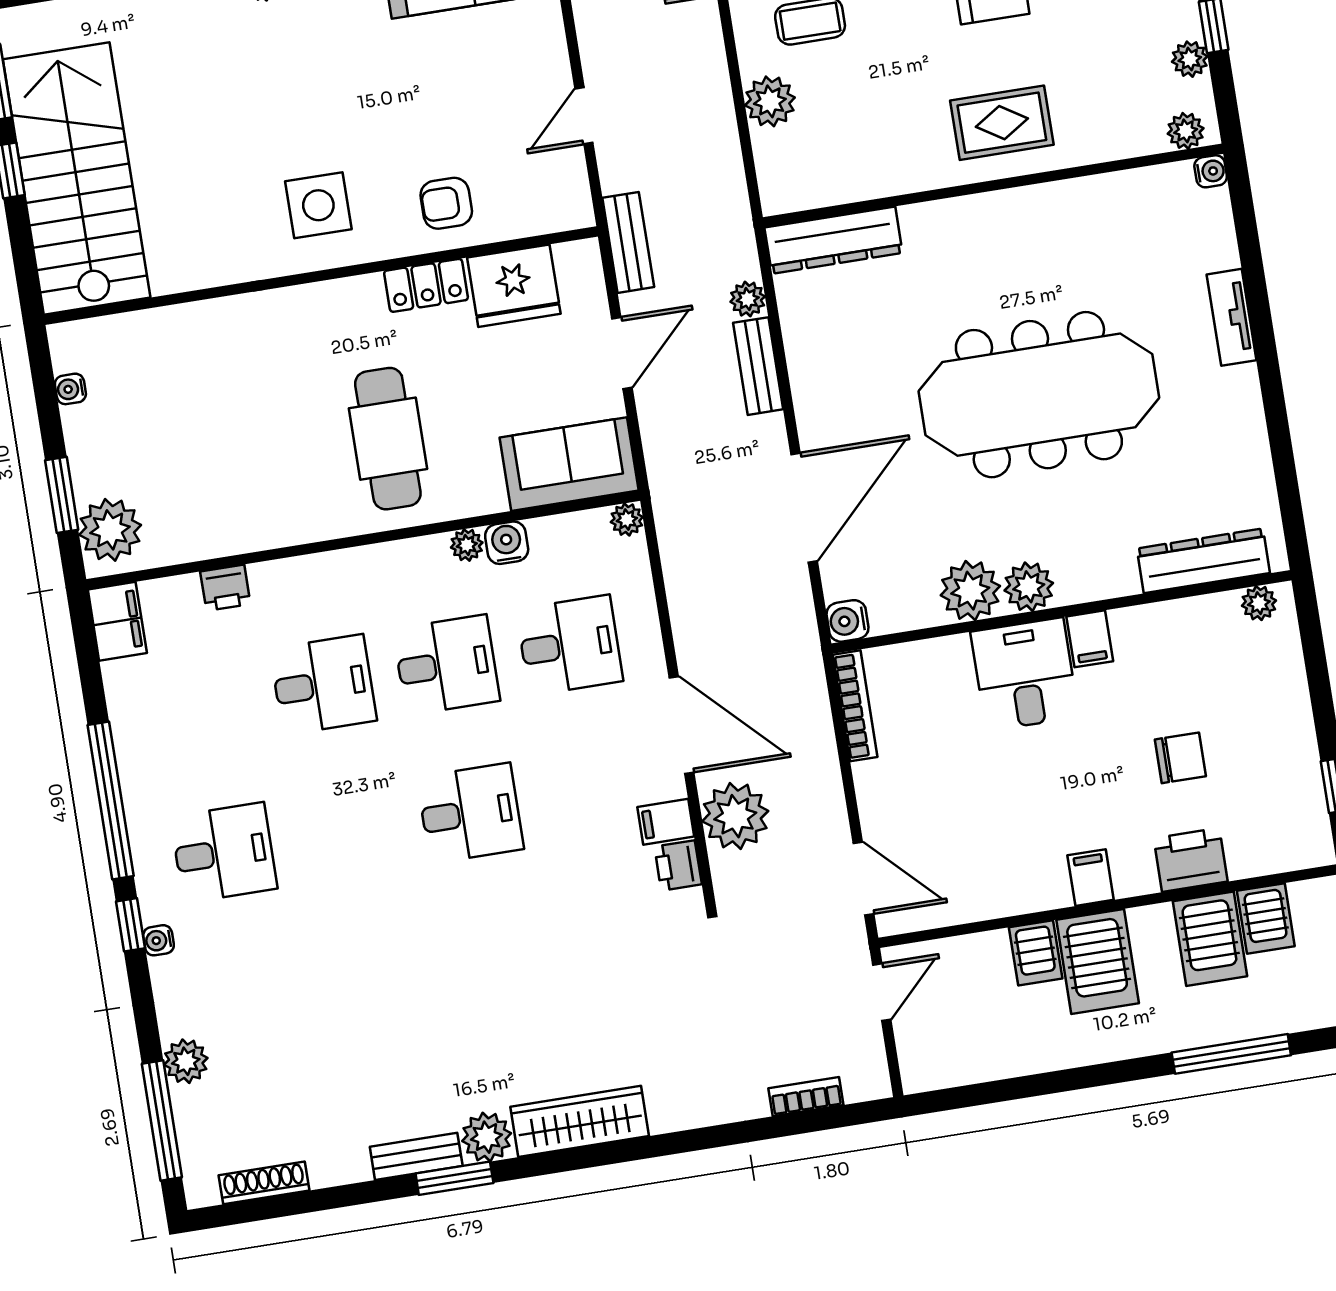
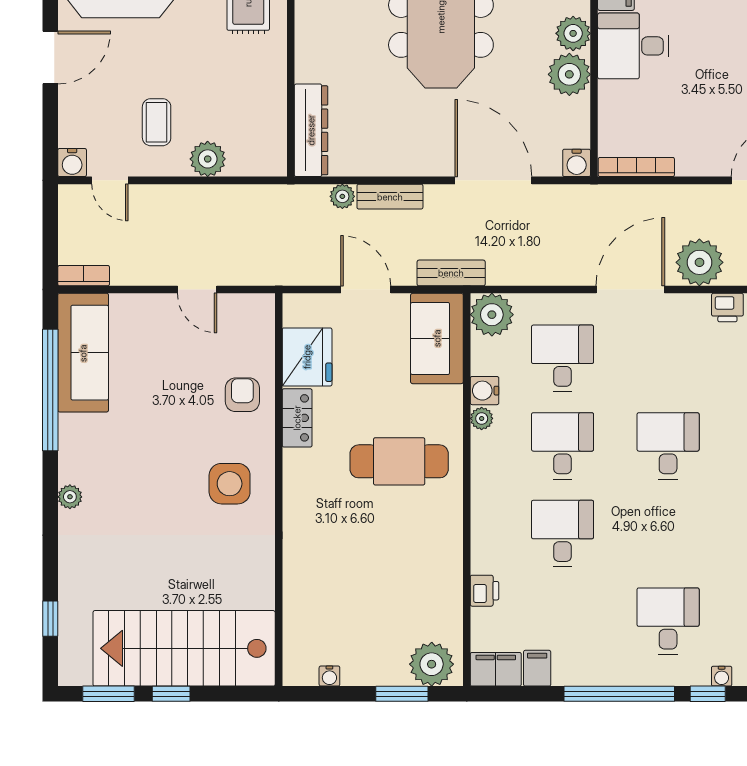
armchair: (446, 203) -> (242, 395), turned 180
bench: (628, 242) -> (451, 273), moved
plant: (627, 520) -> (492, 315), width x1.88, depth x1.88
filing cabinet: (666, 822) -> (537, 668), moved, turned 180

